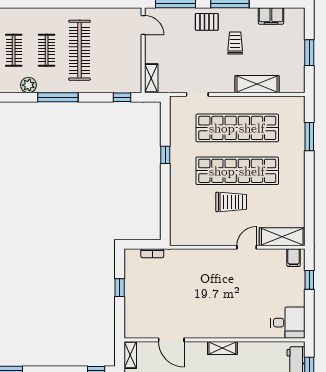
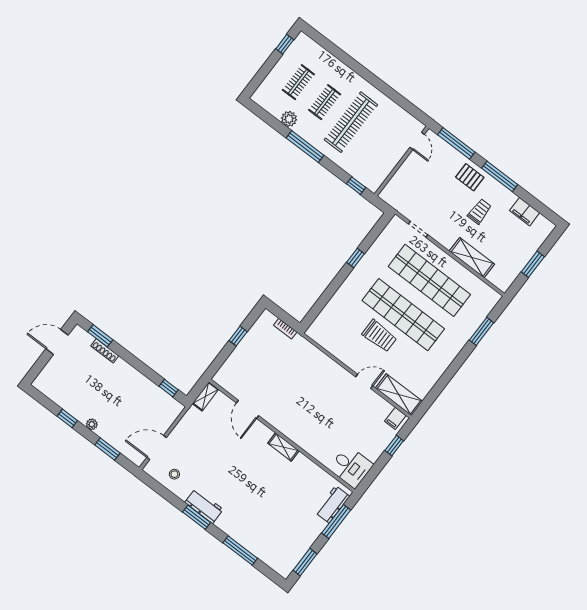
shelving: (151, 78) -> (391, 188), removed

